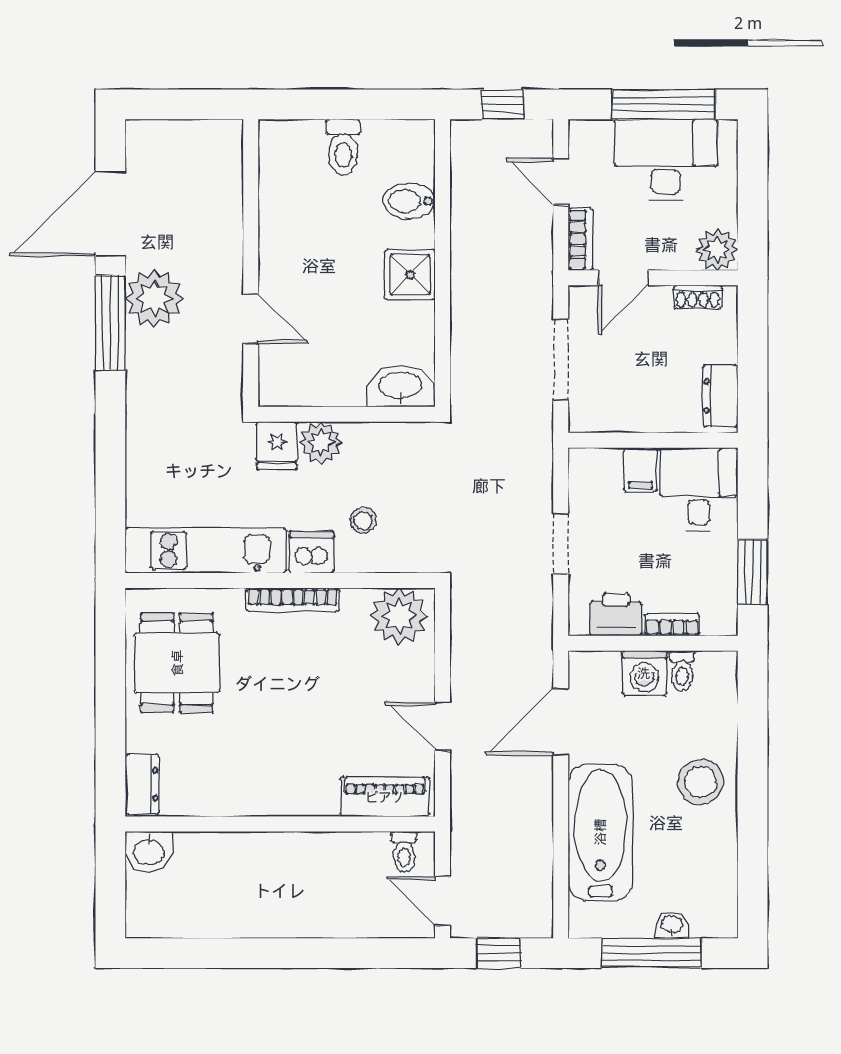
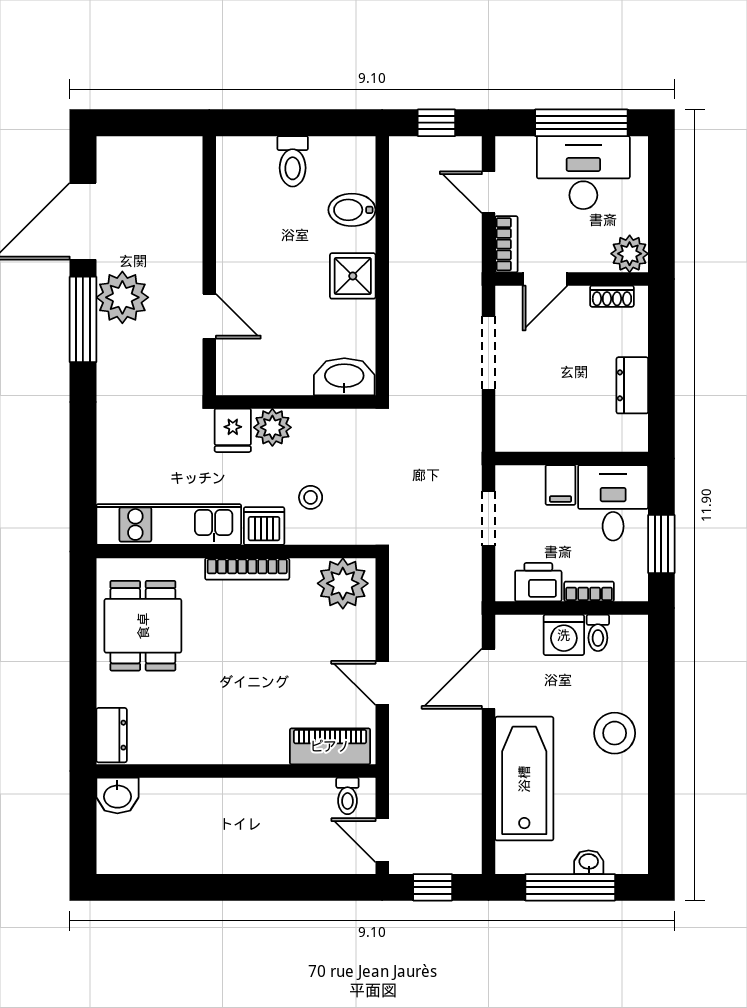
wall: (653, 440) -> (572, 458), moved
filing cabinet: (641, 470) -> (561, 485), moved
desk: (699, 489) -> (613, 503), moved

